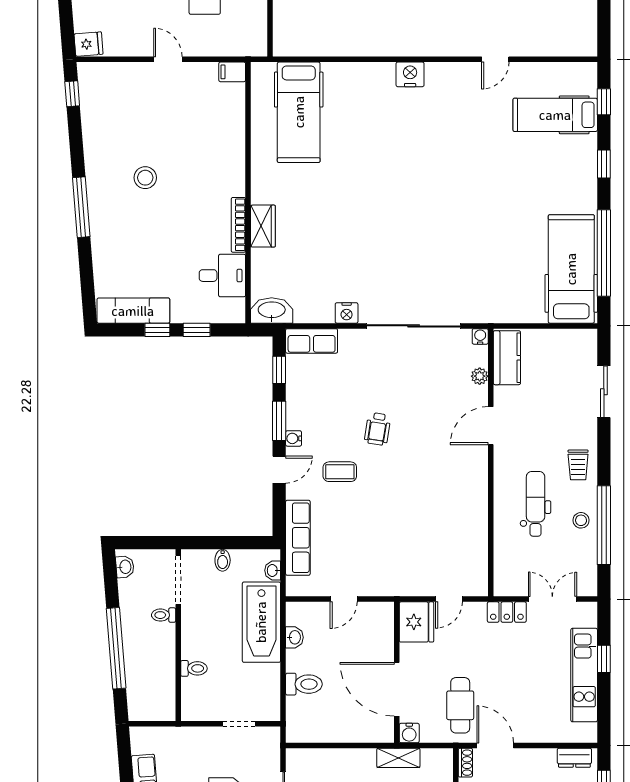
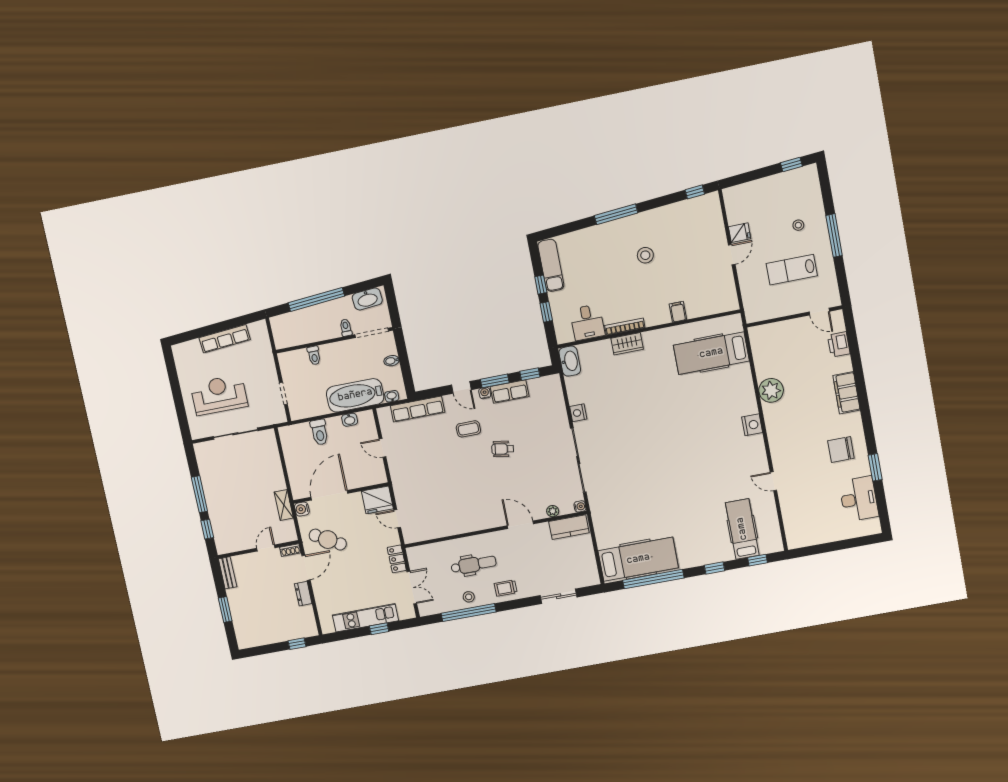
plant: (367, 40) -> (771, 390), added
fridge: (89, 44) -> (740, 233), moved, turned -85
filing cabinet: (232, 72) -> (678, 312), moved
row of seats: (312, 341) -> (510, 391), moved, turned -90
coffee table: (340, 472) -> (468, 429), turned 90
washbasin: (125, 567) -> (367, 299), width x1.91, depth x1.45
cafe table: (460, 705) -> (328, 540), turned 30
dresser: (574, 758) -> (303, 594), moved

